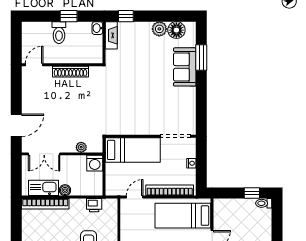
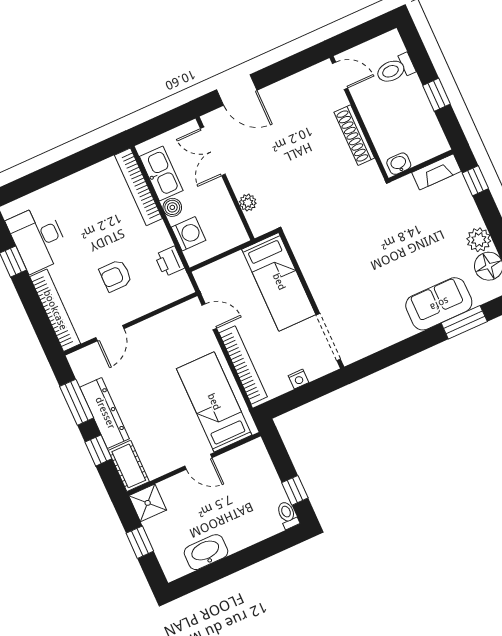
washbasin: (97, 28) -> (399, 164), moved
toilet: (59, 33) -> (395, 69), moved
washing machine: (95, 163) -> (189, 234), moved, turned 180

